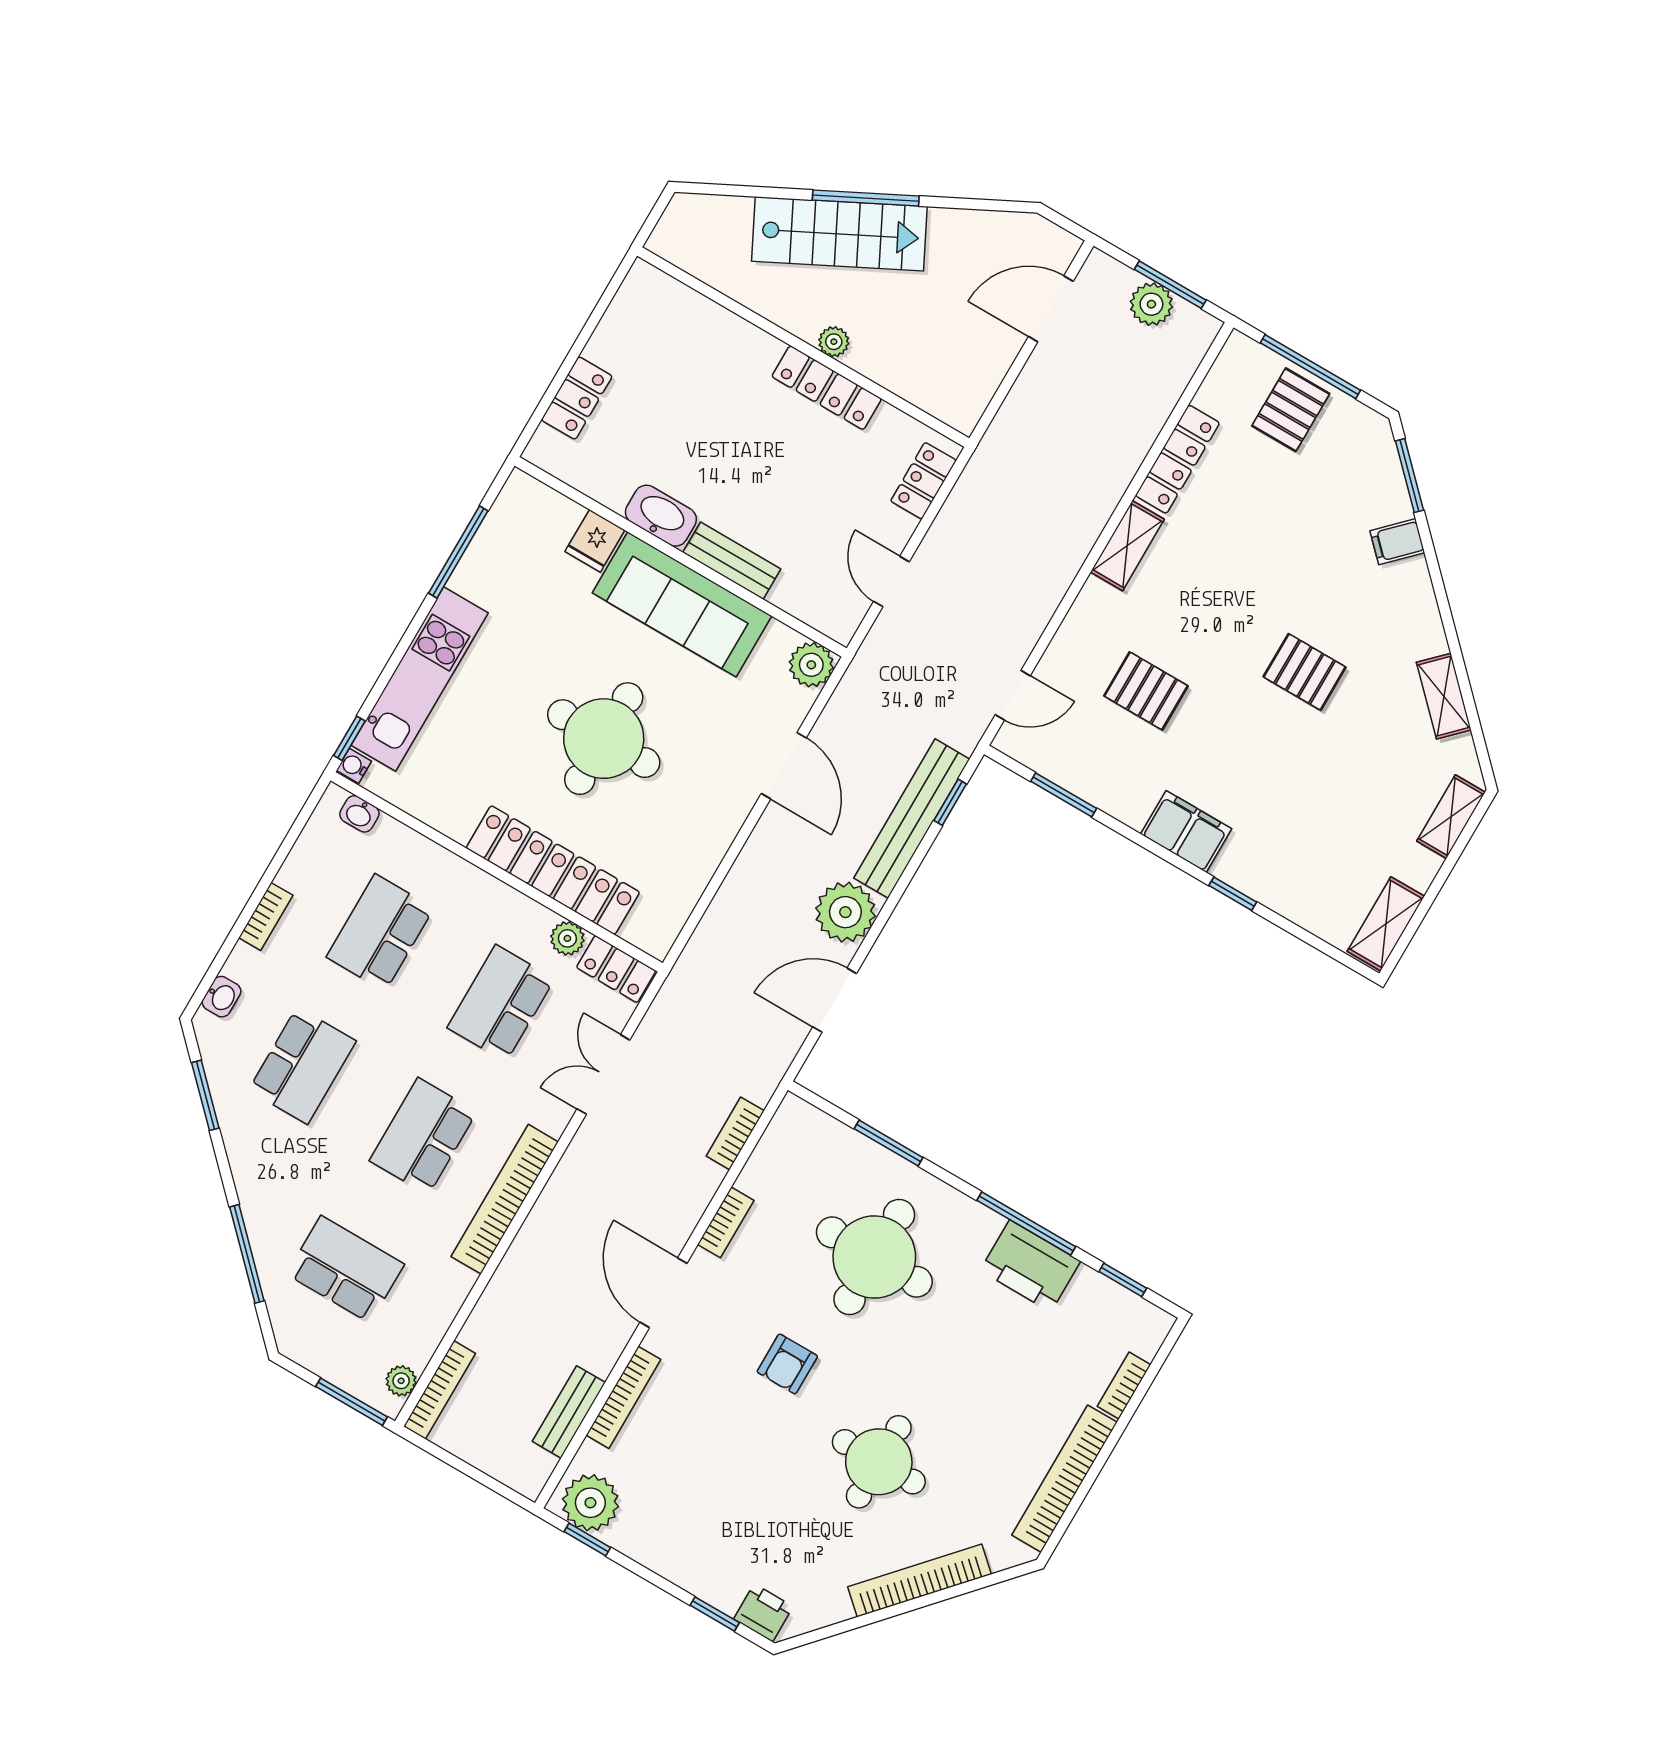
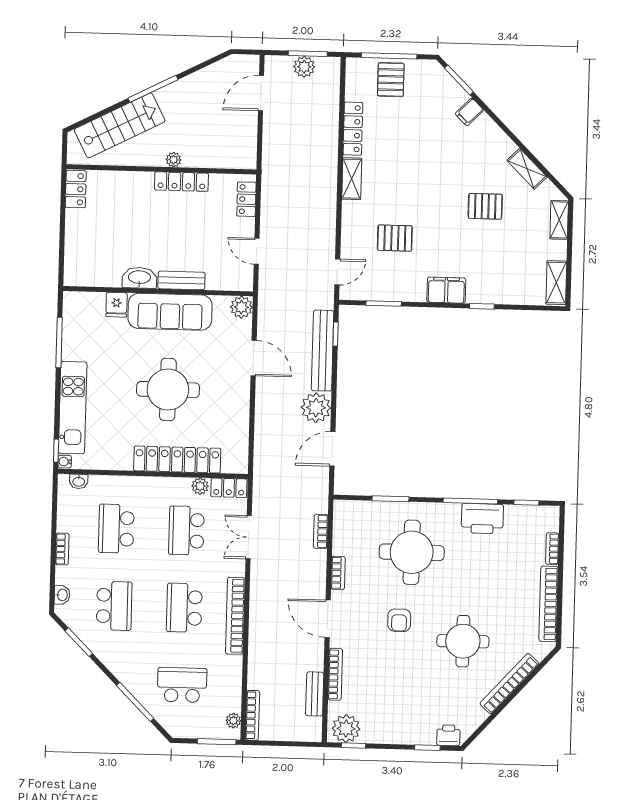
stairs: (839, 234) -> (120, 125), moved
locker: (577, 398) -> (76, 189), moved
pallet: (1305, 672) -> (485, 206), moved

